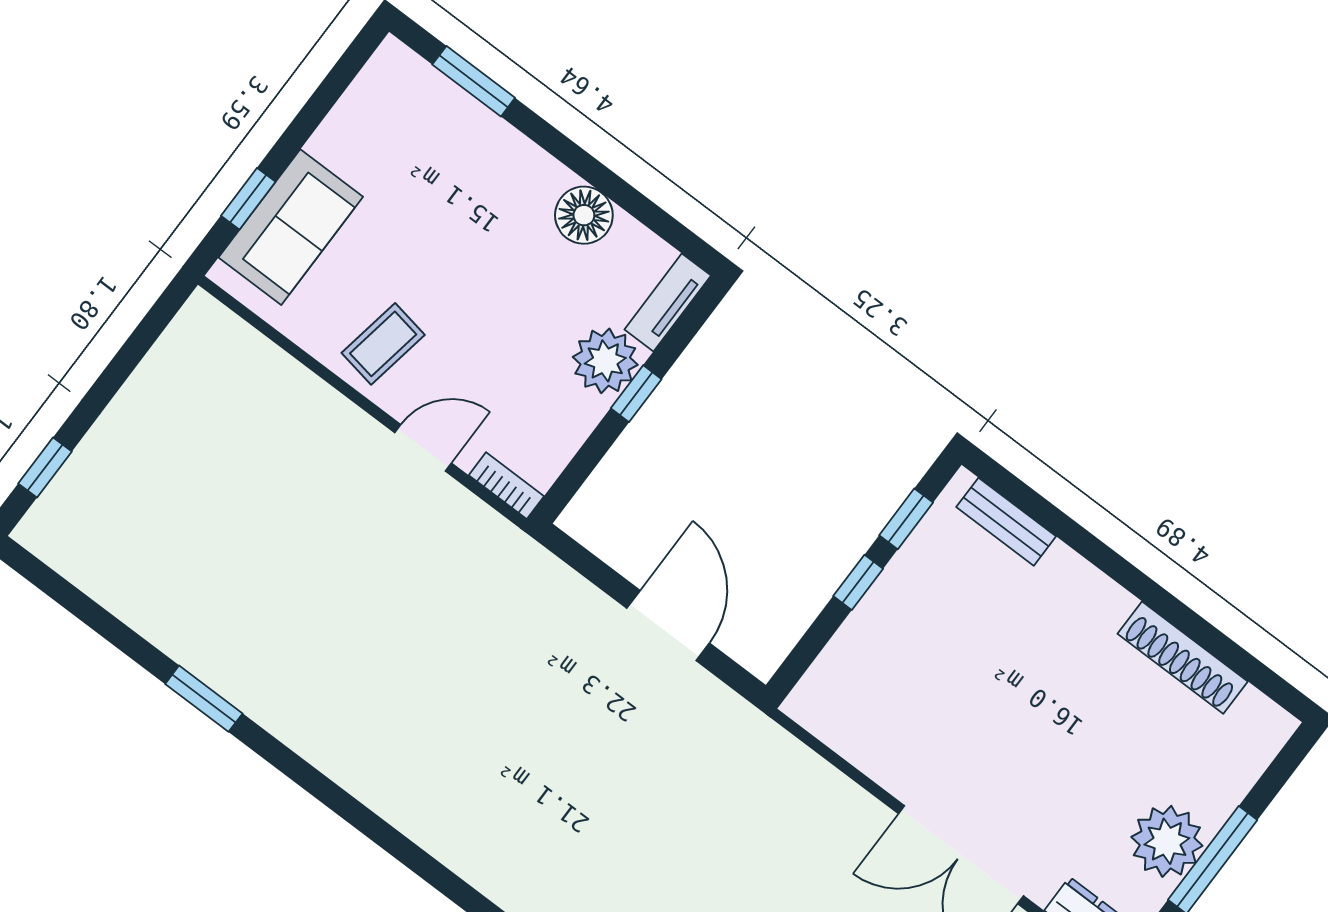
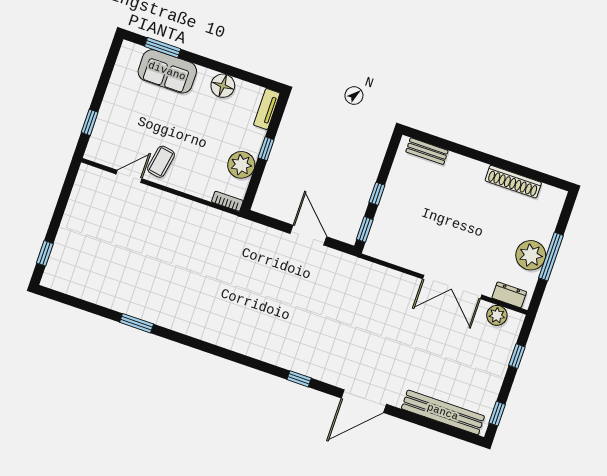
sofa: (291, 227) -> (167, 71), moved, turned 90
plant: (605, 361) -> (241, 165), moved
door: (423, 448) -> (129, 176), moved
window: (906, 519) -> (365, 229), moved

